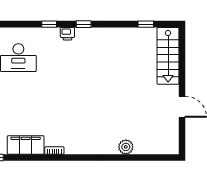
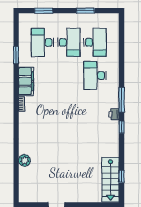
window: (49, 24) -> (122, 100), width x2.17
stairs: (168, 56) -> (110, 180), moved, turned -90

